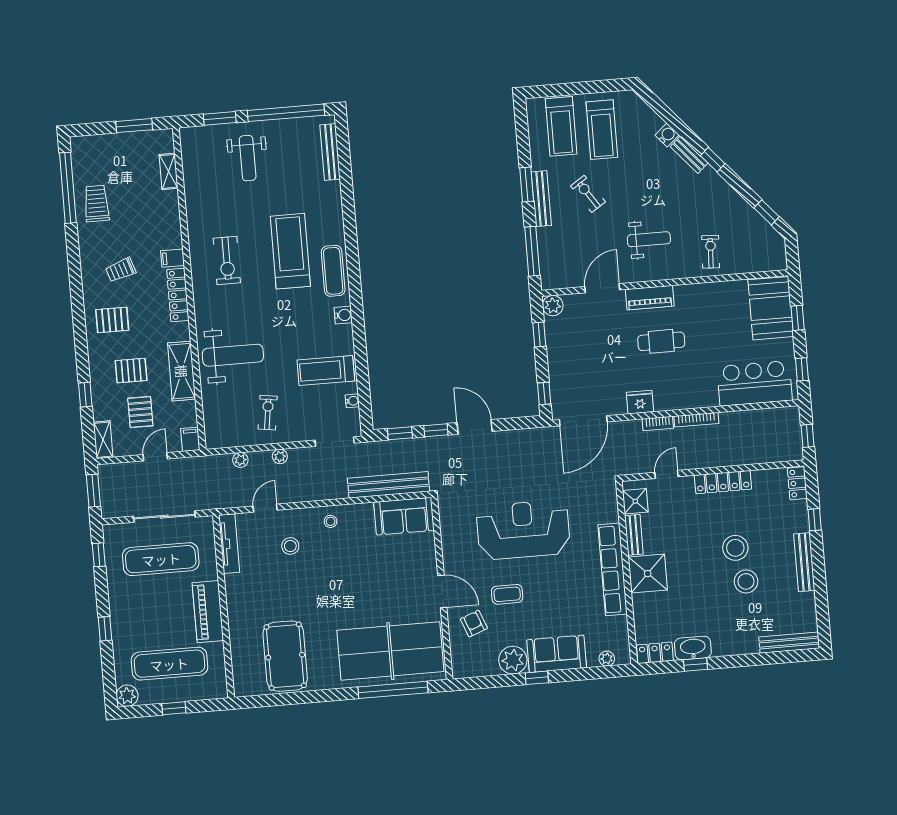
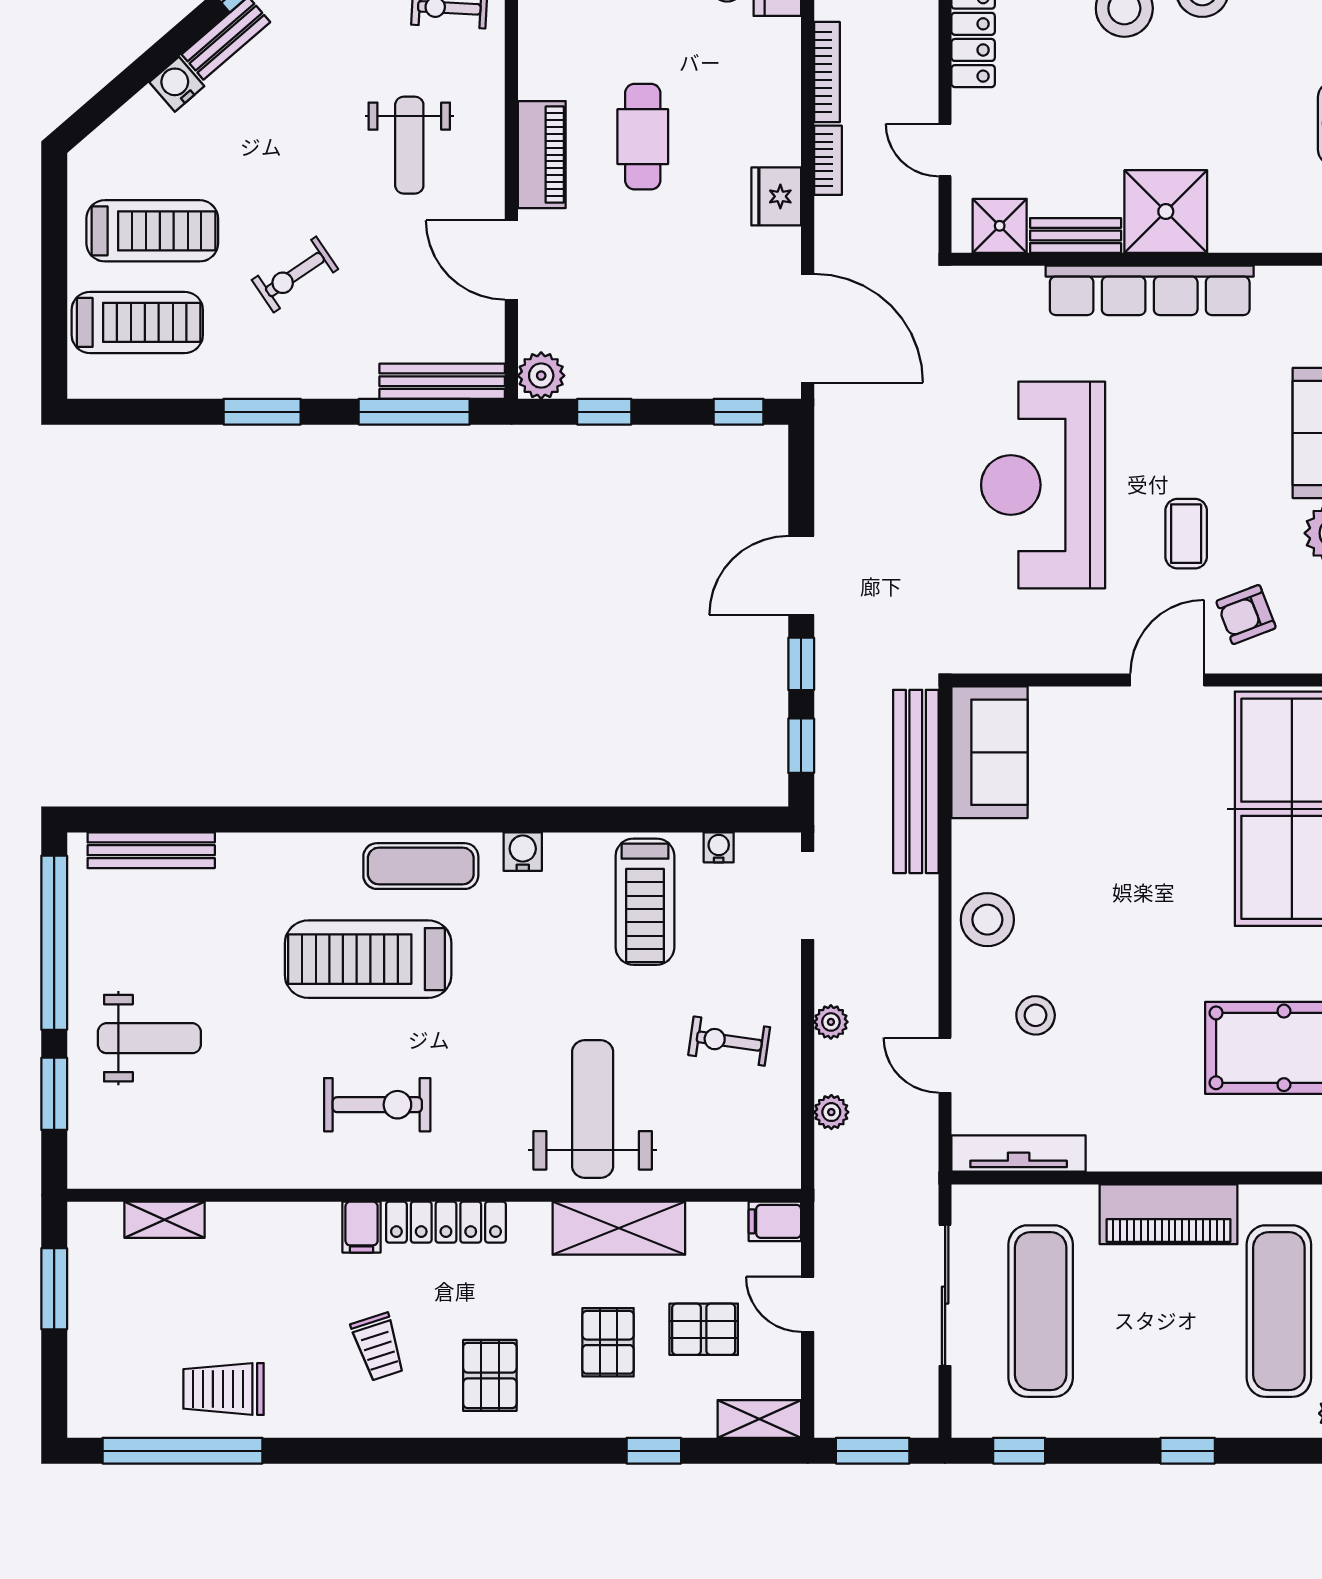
bench: (541, 199) -> (442, 381), moved
weight bench: (649, 239) -> (409, 145), turned 180
stool: (330, 521) -> (987, 920), width x1.89, depth x1.89

